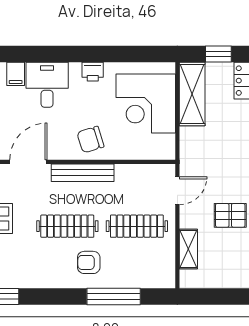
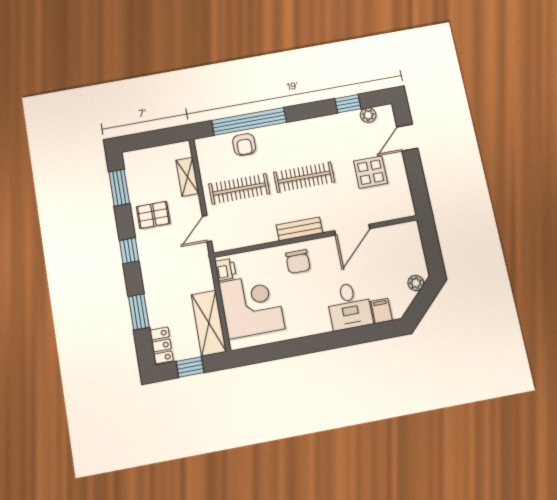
printer: (93, 72) -> (225, 269), moved, turned 90
chair: (90, 140) -> (298, 262), turned 107
bench: (83, 173) -> (299, 229), width x0.73
armchair: (89, 262) -> (244, 144), moved, turned 90
window: (114, 296) -> (249, 121), width x1.46

